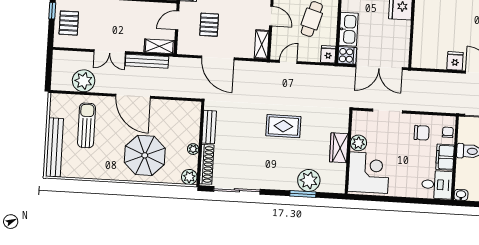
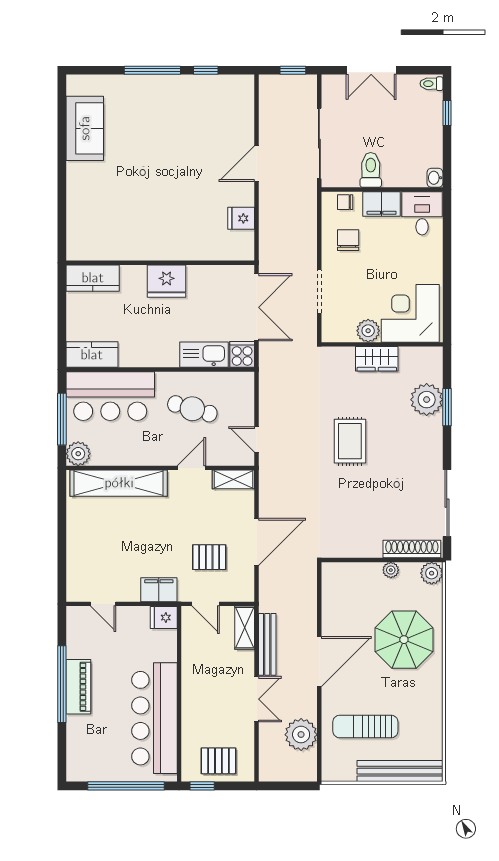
fridge: (328, 54) -> (242, 382), removed
fridge: (455, 61) -> (241, 218), moved
bench: (209, 127) -> (358, 549), removed

